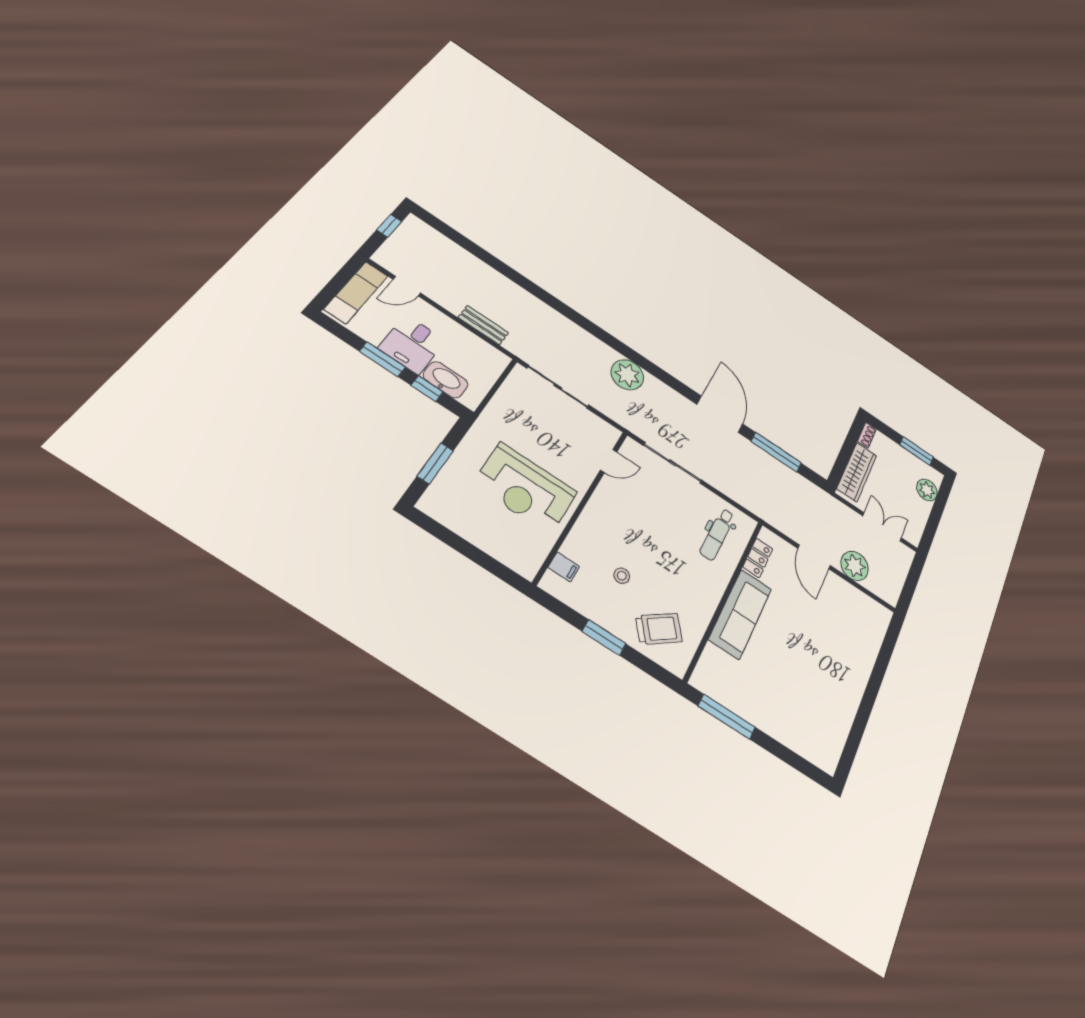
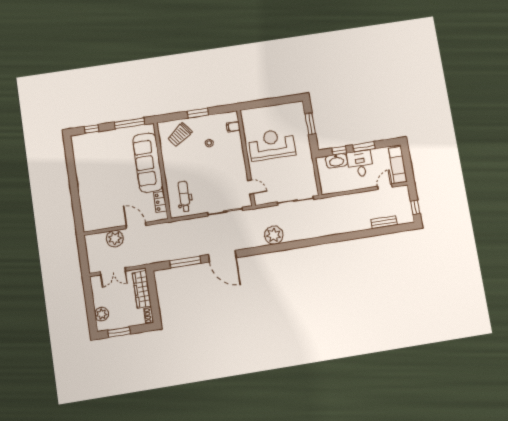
bench: (483, 325) -> (384, 222), moved
door: (609, 461) -> (251, 187), swing flipped
sofa: (740, 614) -> (148, 163), width x1.36, depth x1.27
window: (793, 759) -> (92, 129), added

